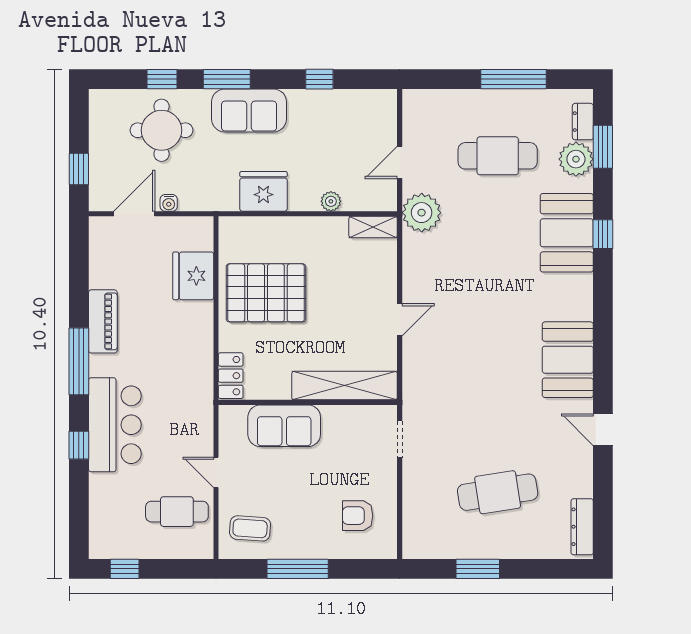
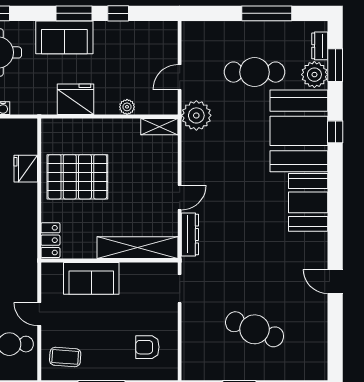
window: (227, 79) -> (74, 13), moved
booth: (567, 233) -> (299, 131), width x1.36, depth x1.42
fridge: (193, 276) -> (26, 169), width x0.73, depth x0.75
booth: (568, 360) -> (308, 202), moved
cafe table: (498, 492) -> (255, 329), turned 30
dresser: (582, 527) -> (190, 234), moved, turned 180

